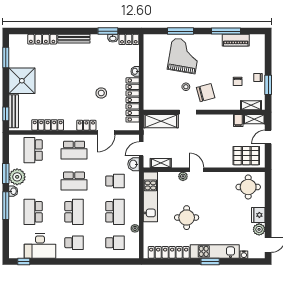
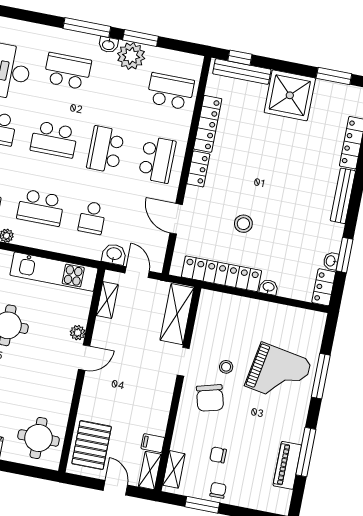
locker: (86, 125) -> (198, 169), moved
school desk: (74, 150) -> (157, 160), turned 180

